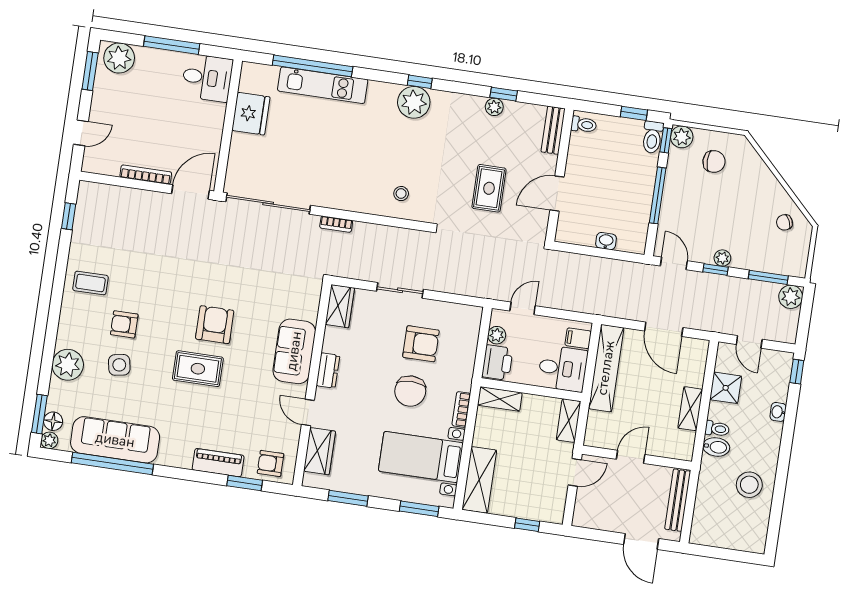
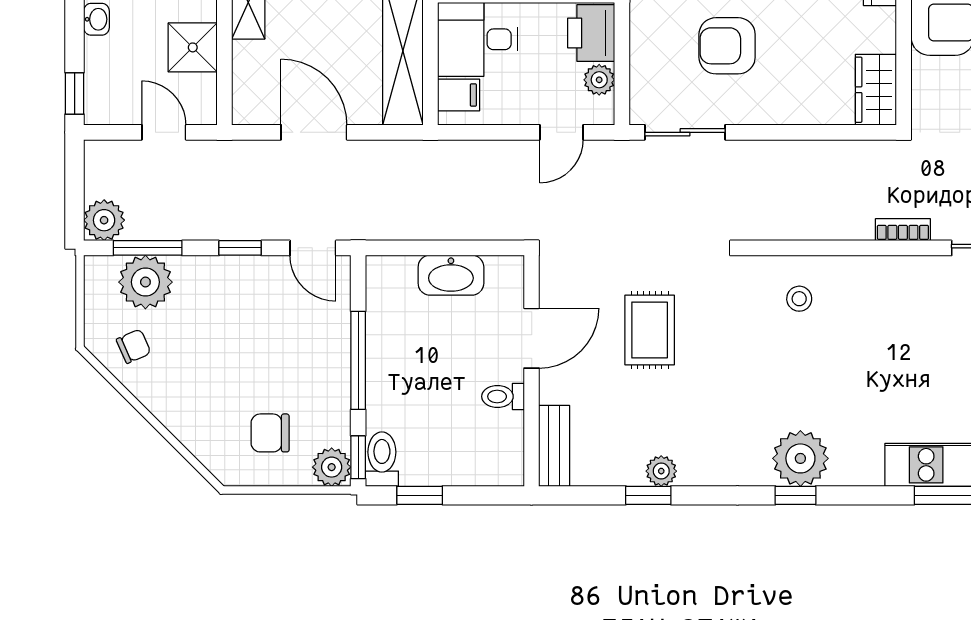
toilet: (584, 125) -> (503, 396), moved
washbasin: (606, 241) -> (451, 275), width x1.91, depth x1.45
plant: (722, 258) -> (145, 282), moved, width x1.88, depth x1.88
sliding door: (400, 290) -> (685, 132), moved

